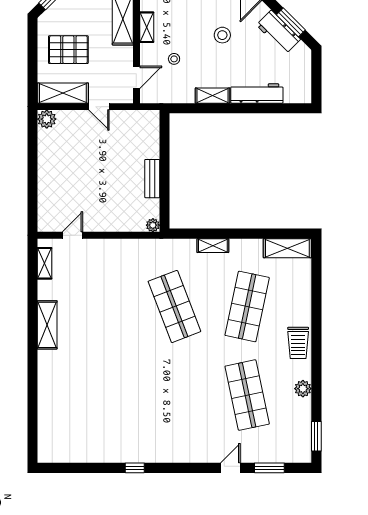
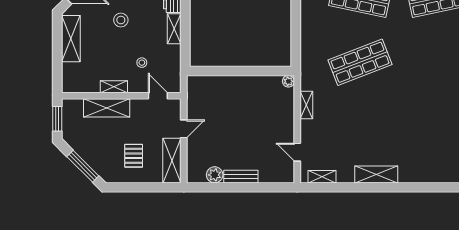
pallet: (68, 50) -> (134, 156), width x0.67, depth x0.71
plant: (47, 119) -> (215, 175), moved
bench: (152, 179) -> (241, 177), moved
shelving: (213, 246) -> (306, 105), moved

